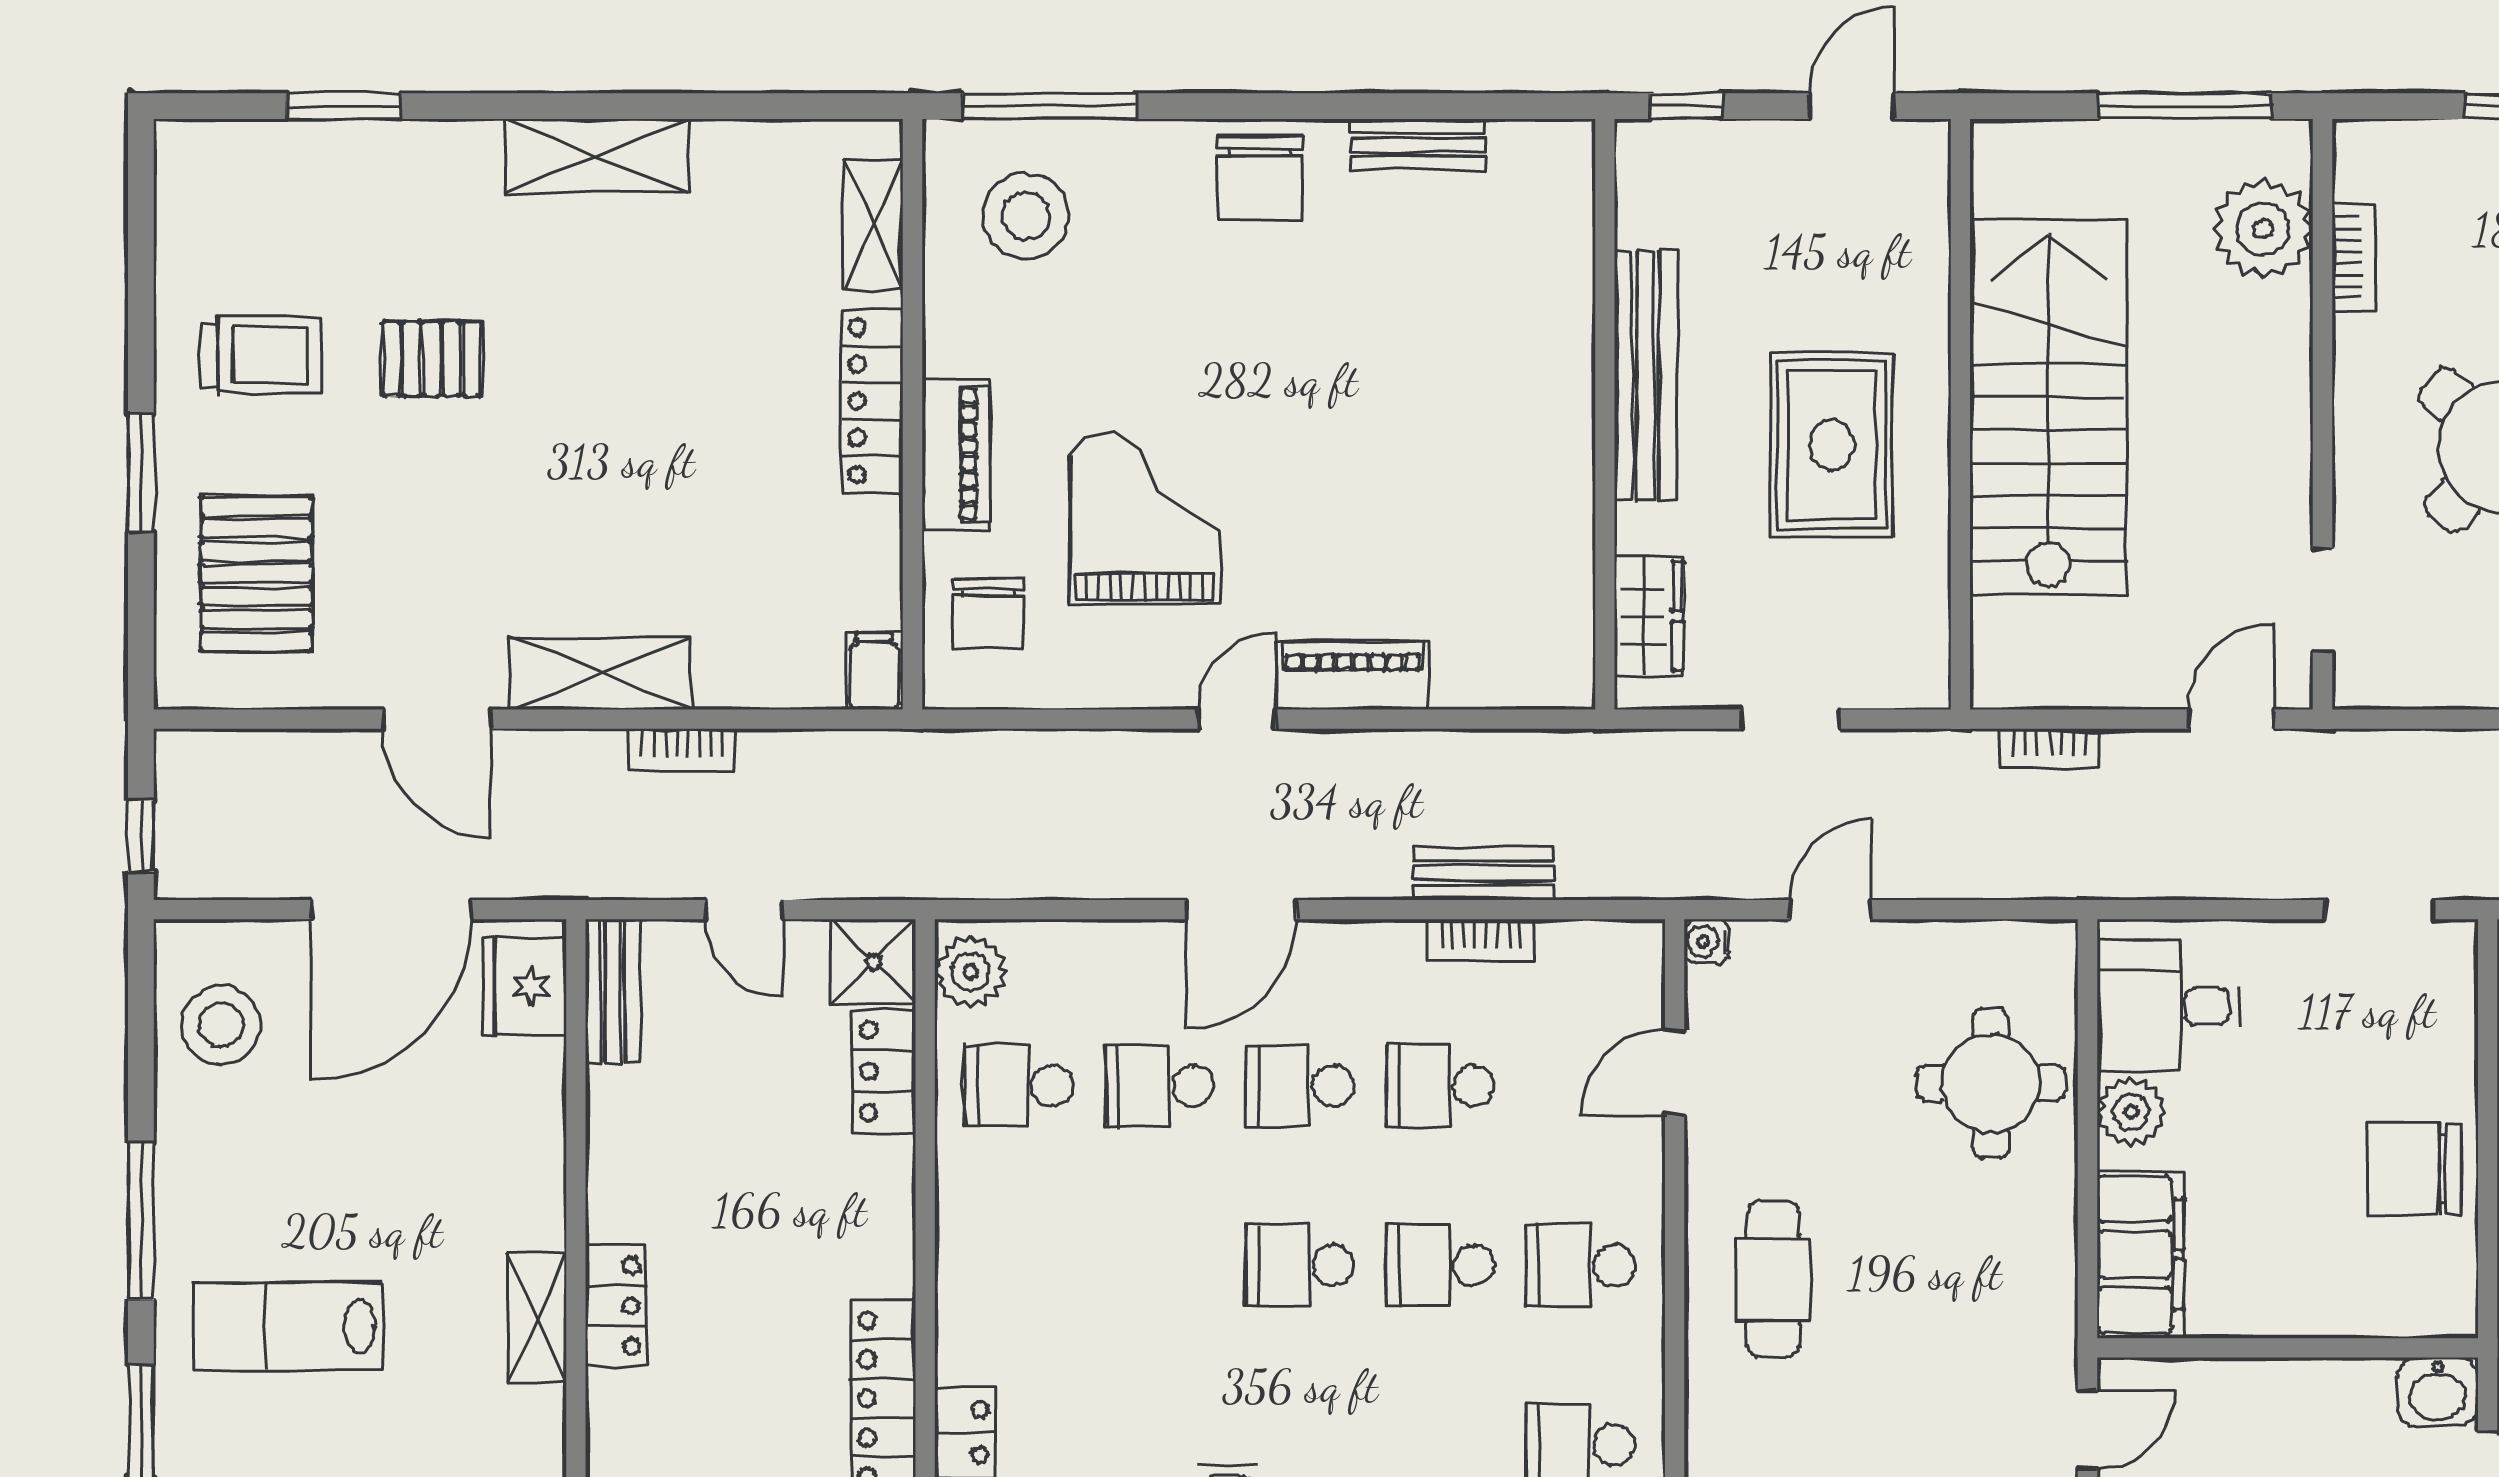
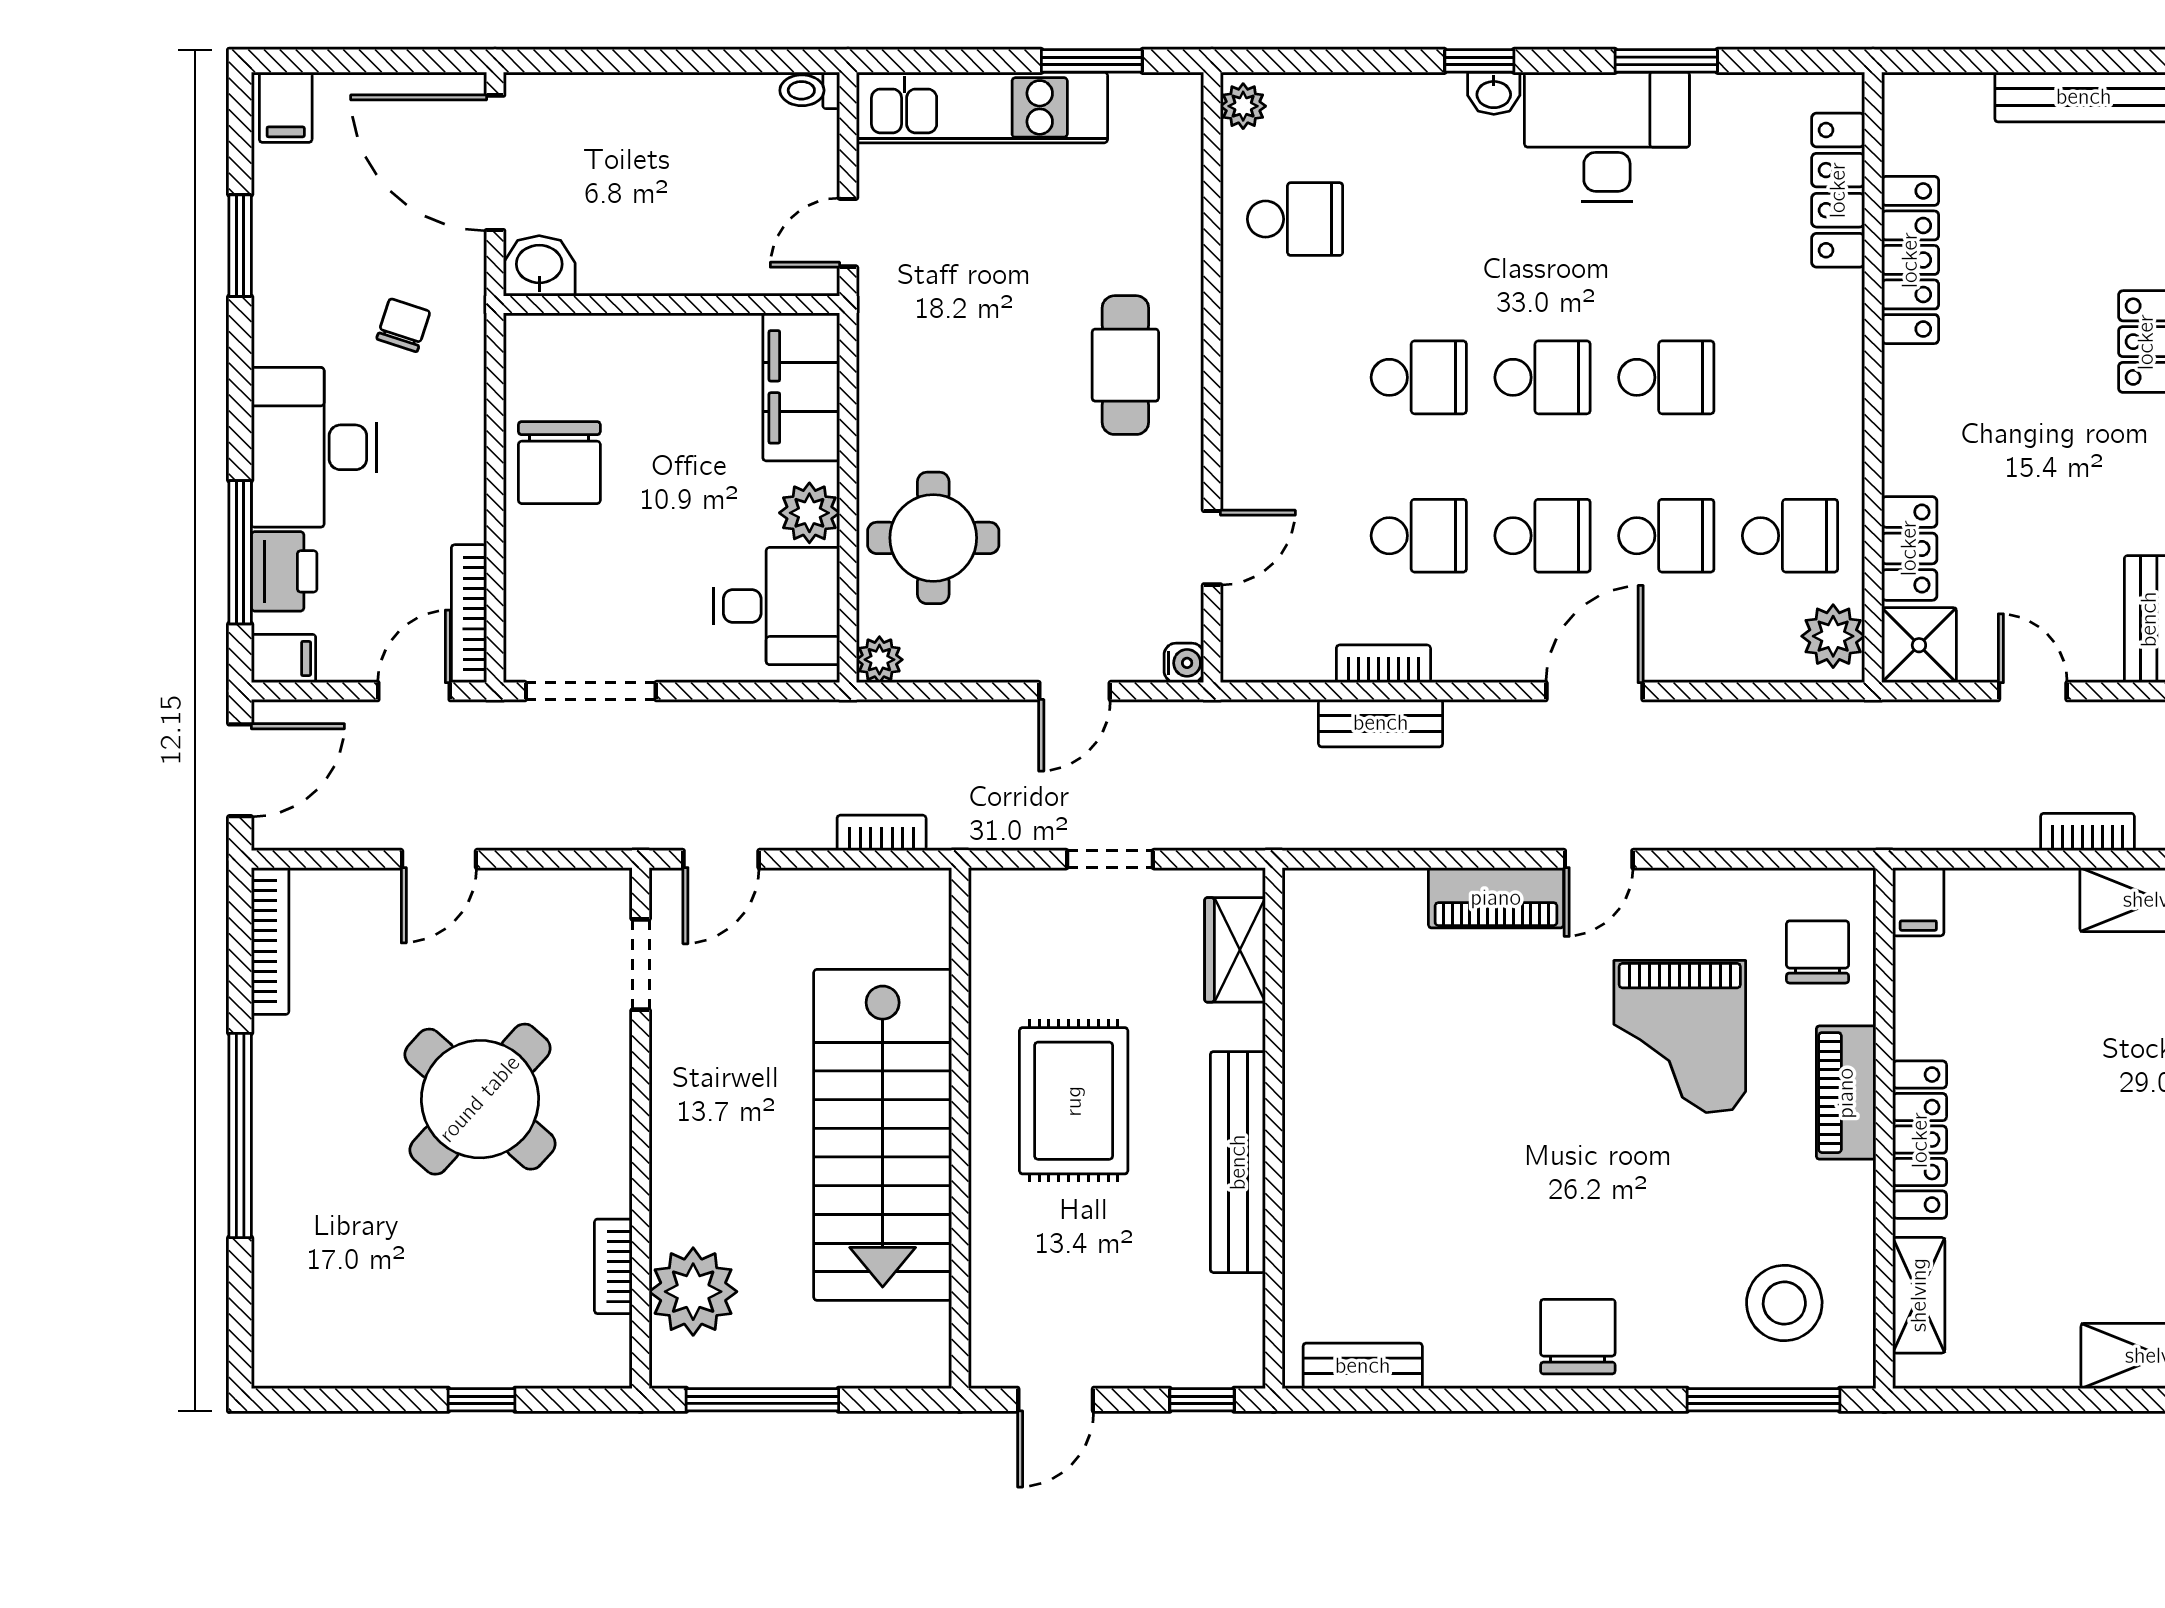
bench: (1418, 145) -> (1363, 1366), moved
doorway: (2379, 910) -> (591, 691), width x1.38
plant: (2052, 945) -> (879, 660), added
chair: (2415, 1169) -> (559, 463), turned 90
school desk: (1581, 1265) -> (1666, 377), moved

